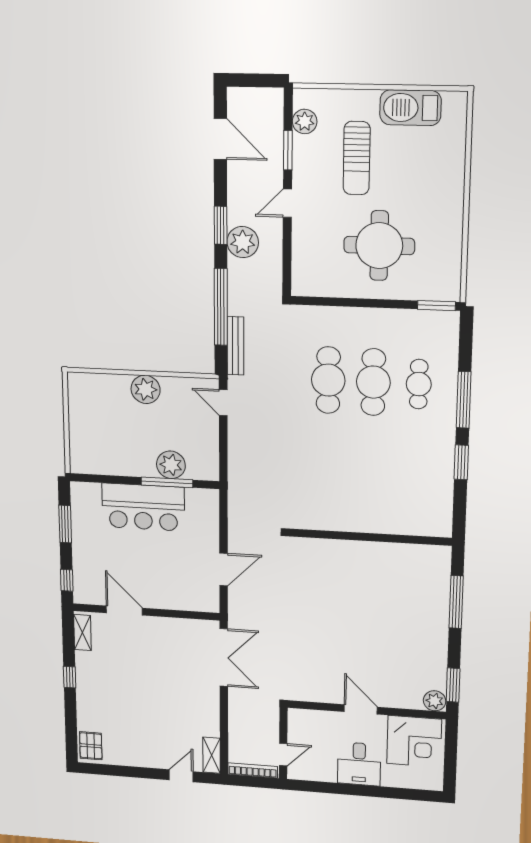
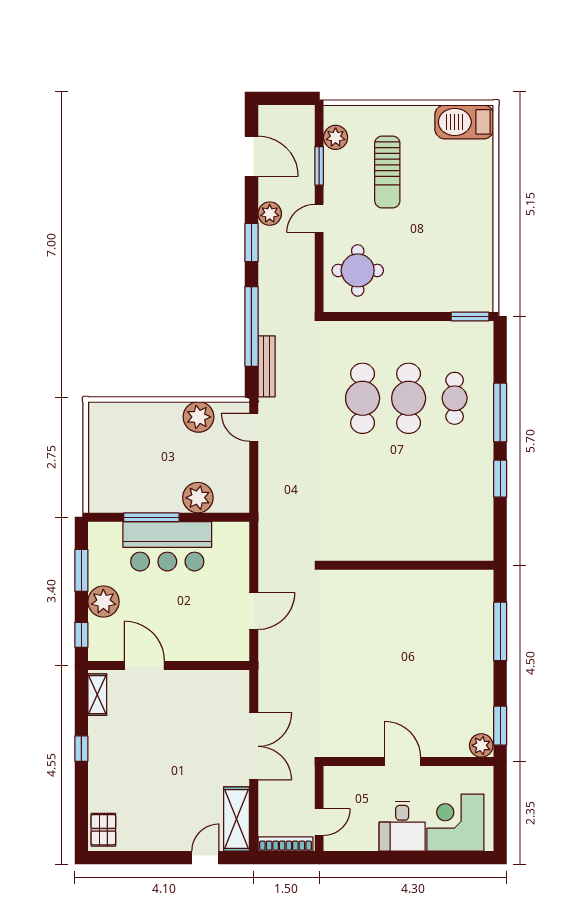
barbecue: (410, 108) -> (464, 122), moved
plant: (243, 242) -> (270, 214), moved, width x0.73, depth x0.73
round table: (379, 246) -> (358, 270), moved, width x0.73, depth x0.73
plant: (146, 389) -> (199, 417), moved
window: (167, 482) -> (151, 517), moved
plant: (86, 553) -> (103, 602), added
double door: (224, 658) -> (254, 746), moved
corner desk: (414, 741) -> (455, 823), moved, turned 180
shelving: (212, 755) -> (237, 819), width x1.50, depth x1.33

